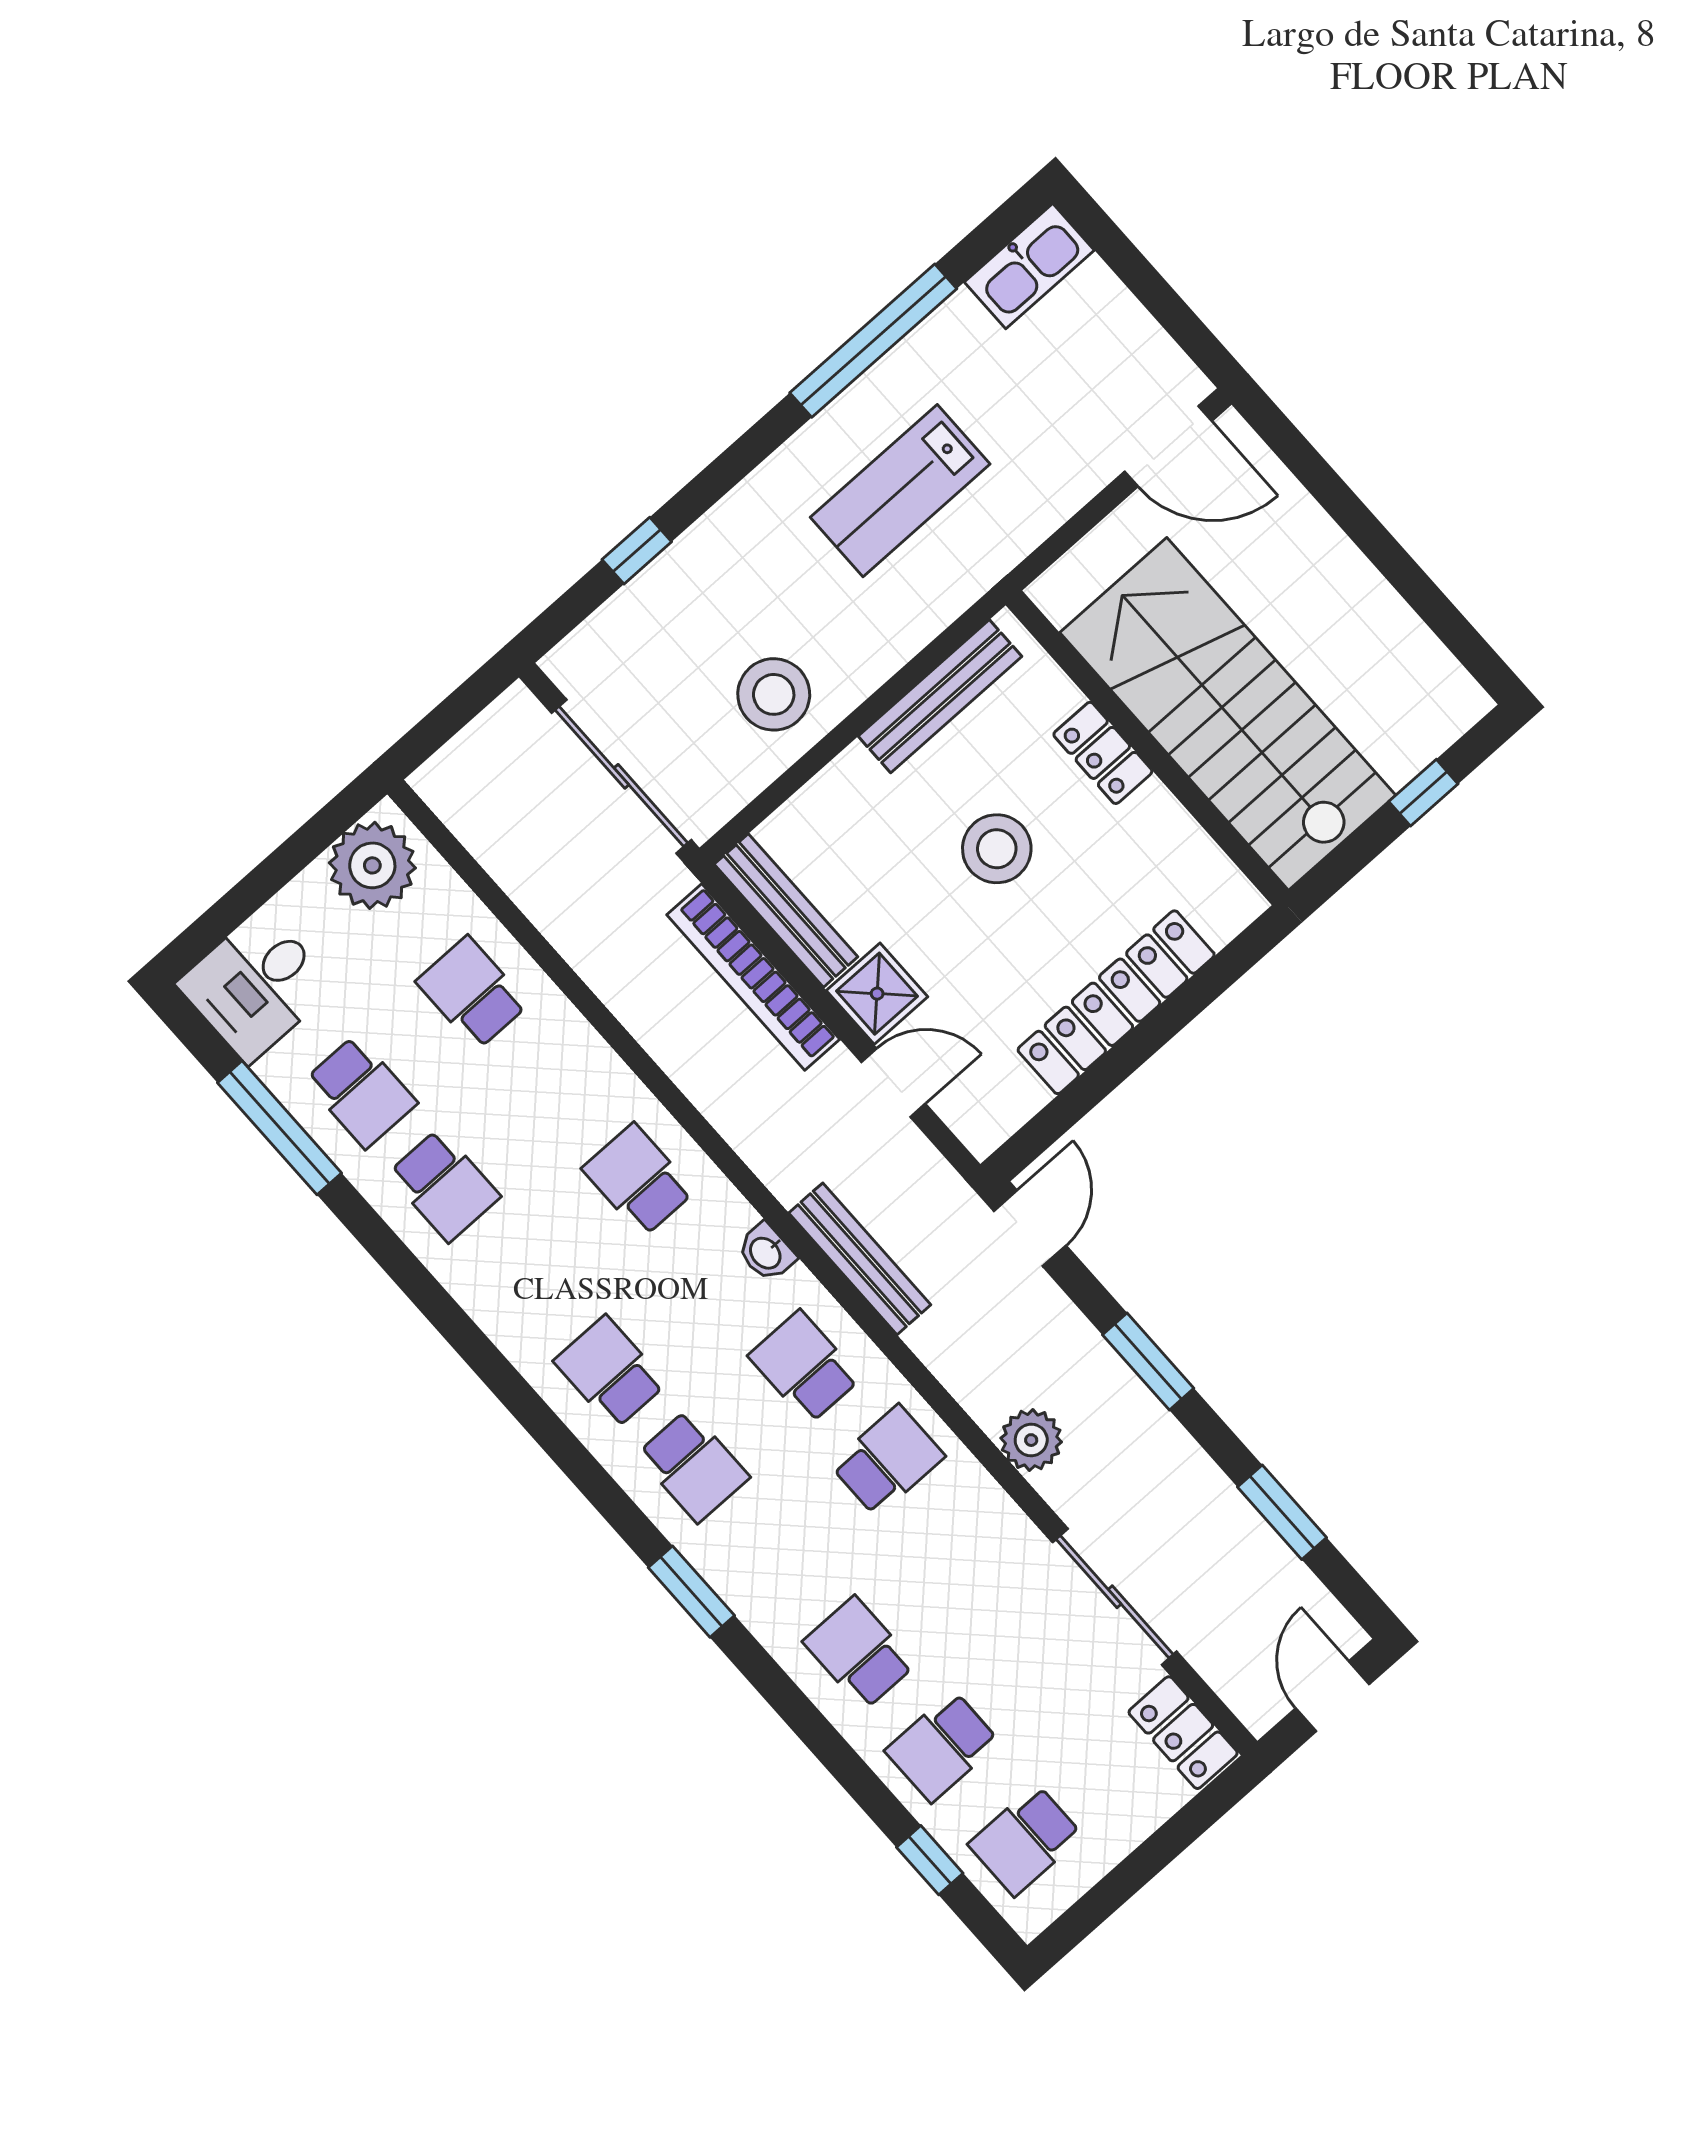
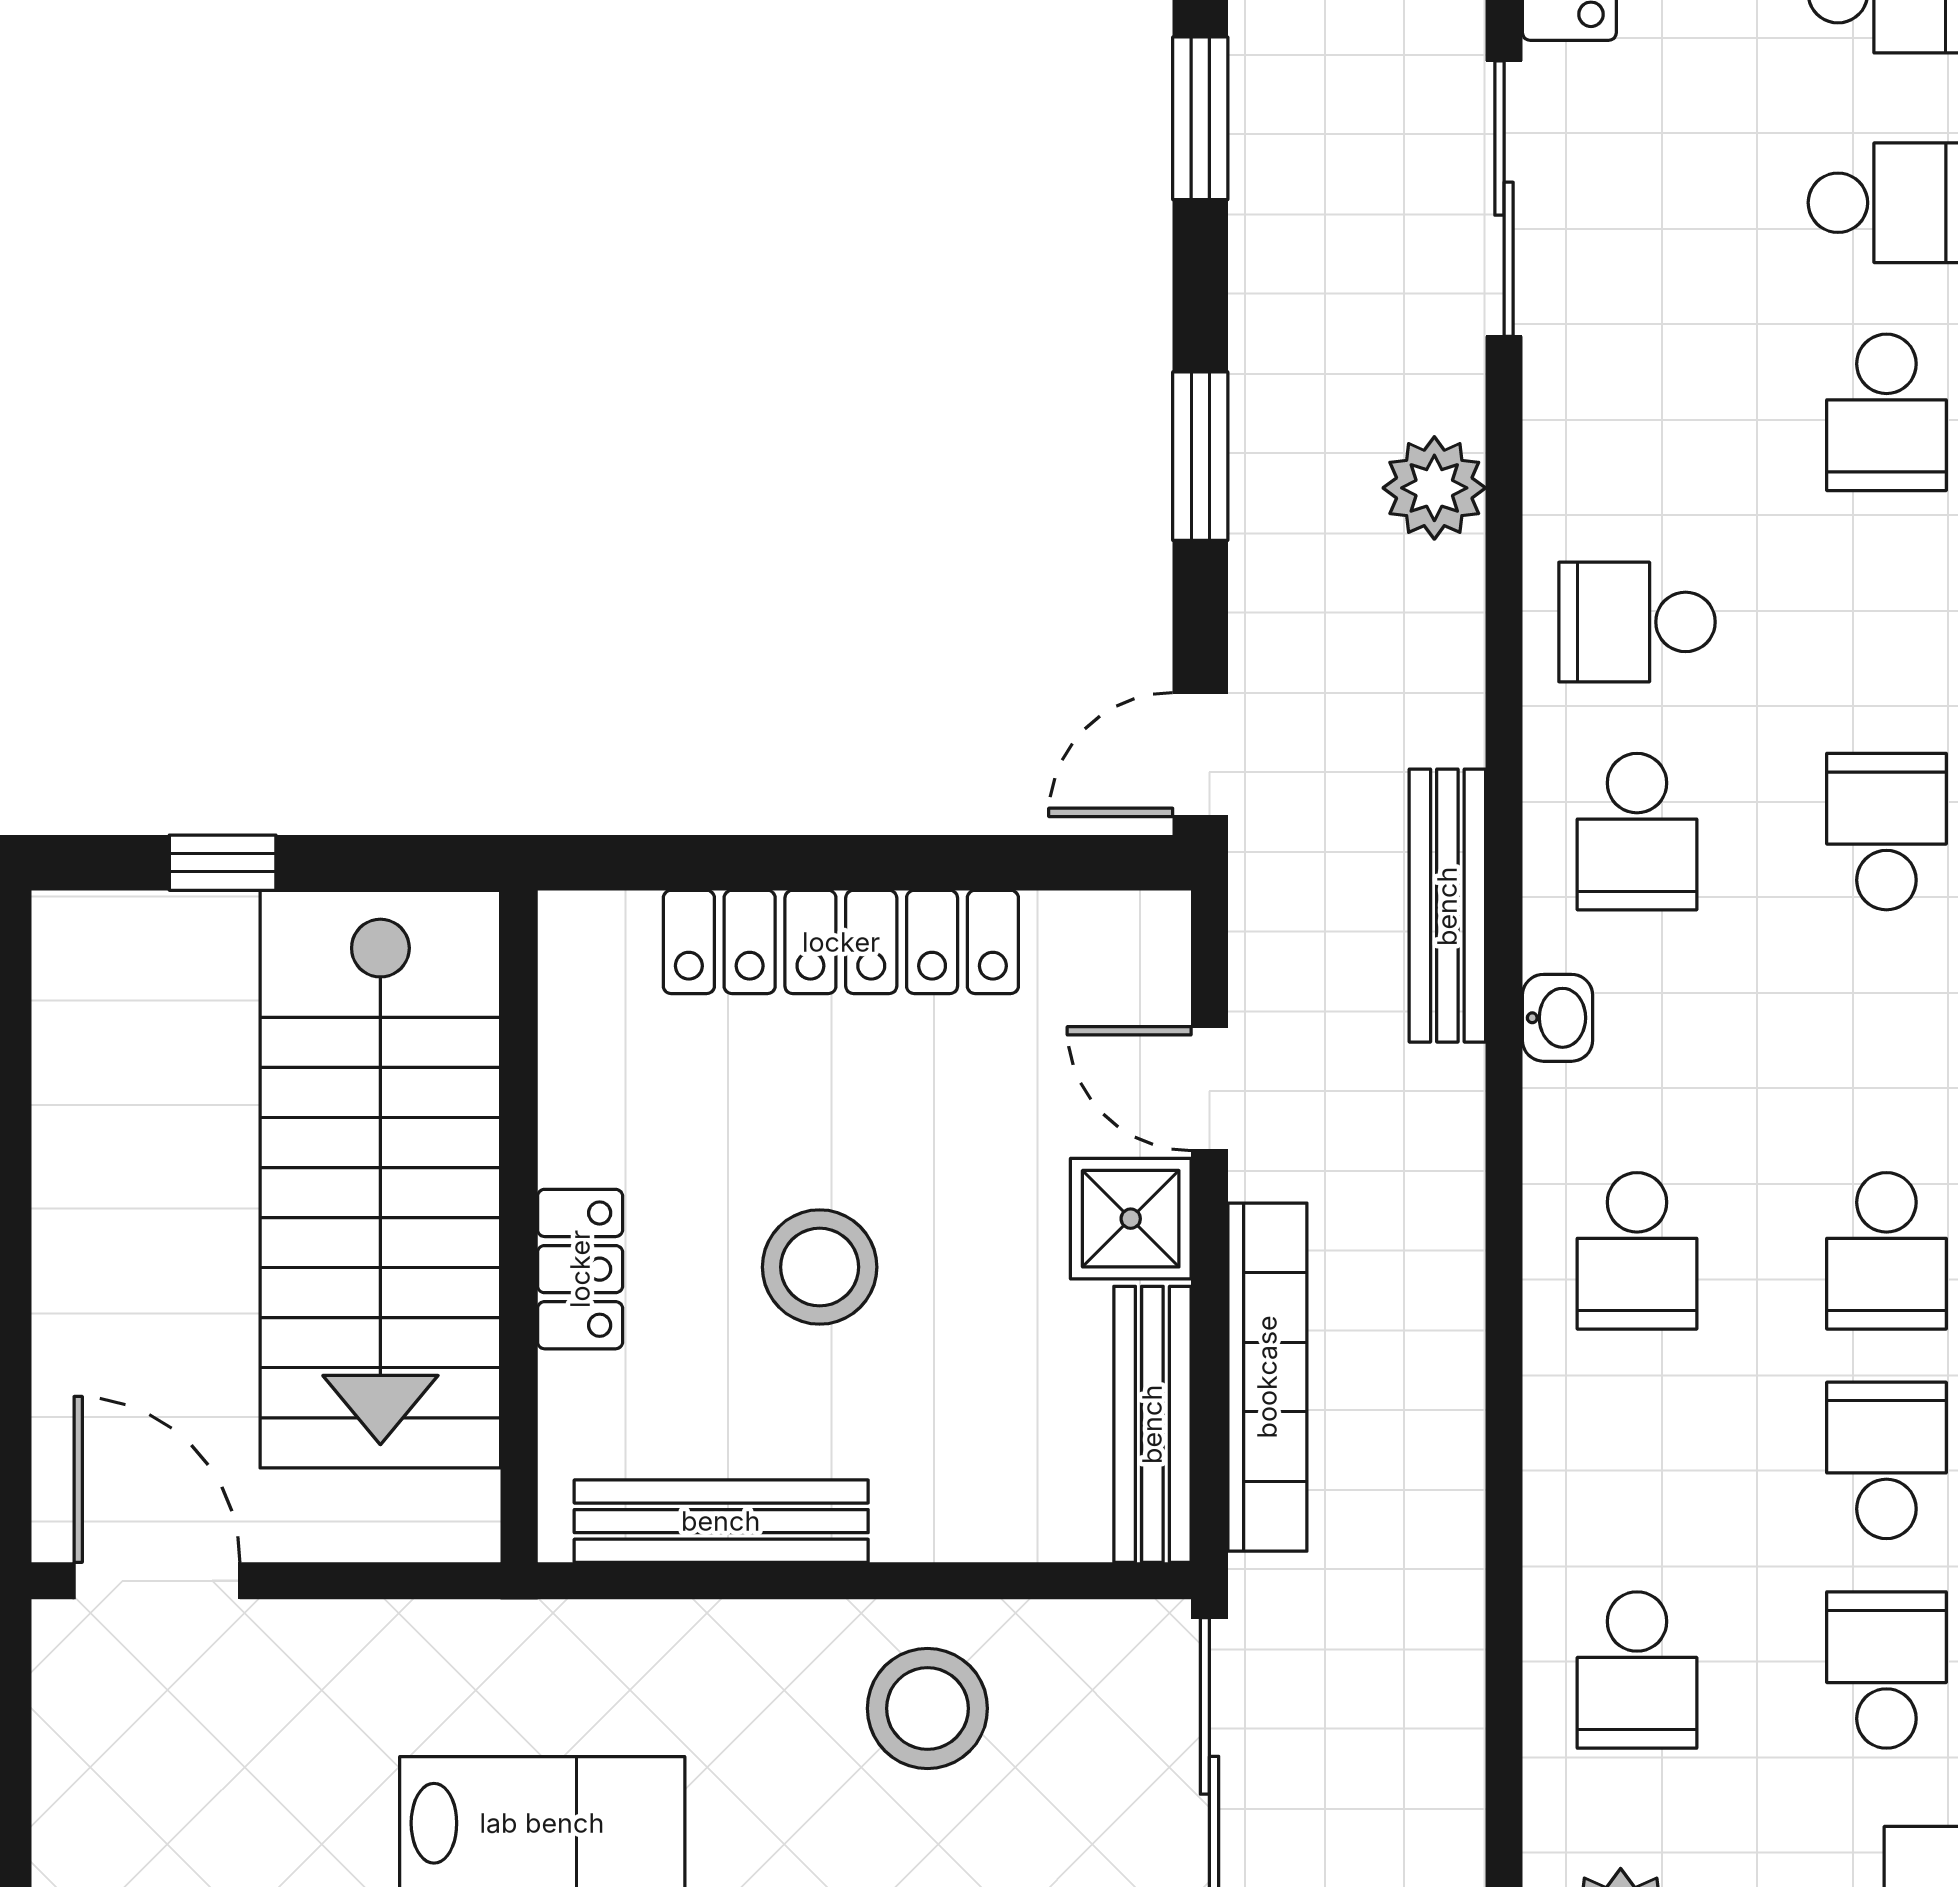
school desk: (610, 1372) -> (1886, 1251), moved

